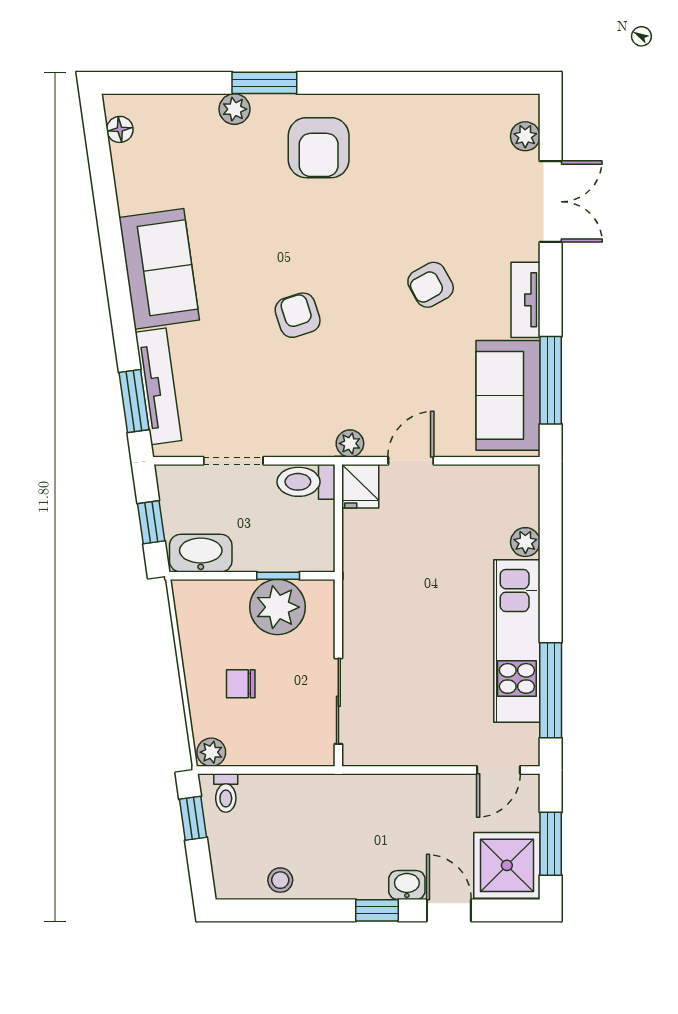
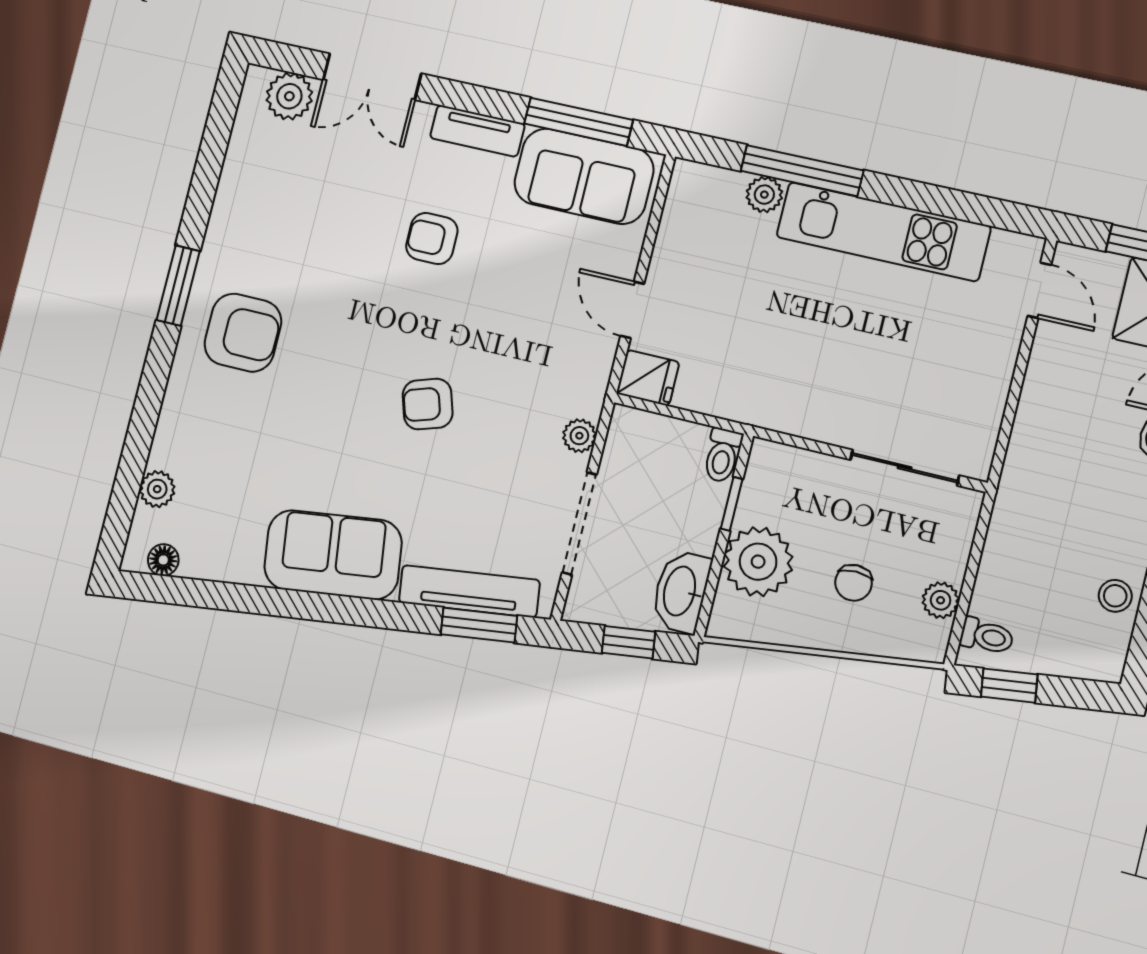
window: (264, 83) -> (178, 286), moved
plant: (234, 109) -> (157, 489), moved
plant: (525, 136) -> (289, 96), width x1.38, depth x1.38
double door: (551, 202) -> (372, 77), swing flipped
armchair: (431, 285) -> (432, 238), turned 119
plant: (350, 443) -> (579, 436), moved
doorway: (233, 461) -> (579, 523), width x1.38
toilet: (306, 482) -> (722, 455), moved, width x0.73, depth x0.72
plant: (277, 607) -> (758, 562), moved
window: (551, 690) -> (802, 171), moved
plant: (211, 752) -> (941, 600), moved

